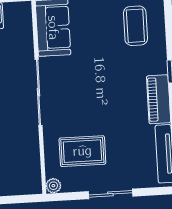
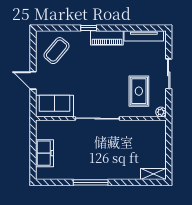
coffee table: (135, 26) -> (56, 51), turned -50

